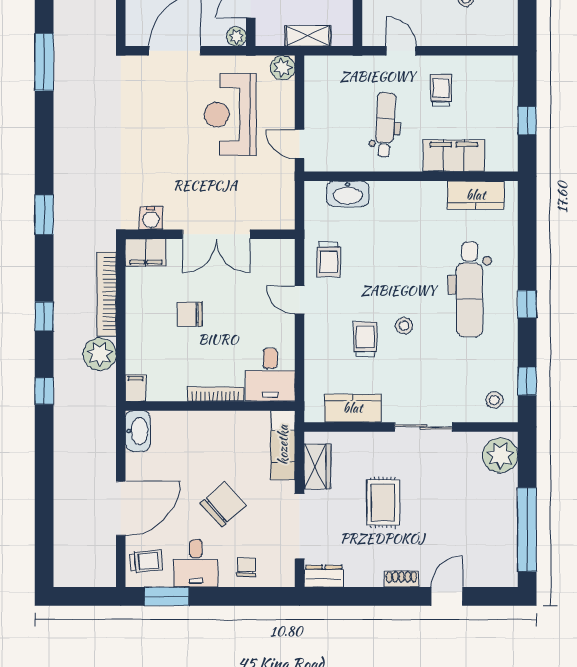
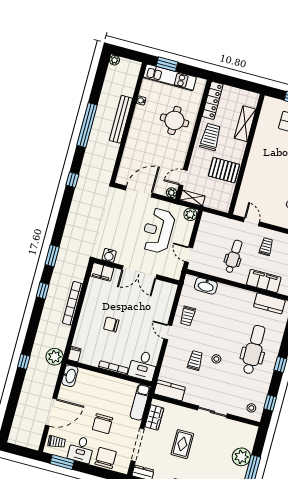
shelving: (308, 36) -> (192, 198), moved
window: (44, 62) -> (72, 180), width x0.46
water cooler: (151, 218) -> (109, 255), moved
wall: (210, 234) -> (136, 271), moved
double door: (216, 234) -> (139, 272), moved
filing cabinet: (146, 253) -> (102, 272), moved
dental chair: (470, 289) -> (254, 350), turned 180
window: (44, 316) -> (43, 291), moved
plant: (100, 354) -> (55, 357), moved
window: (44, 391) -> (24, 362), moved
kitchen counter: (353, 408) -> (170, 390), moved
plant: (500, 455) -> (241, 457), moved
chair: (223, 504) -> (102, 424), turned 132
chair: (246, 567) -> (106, 458), width x1.87, depth x1.87

